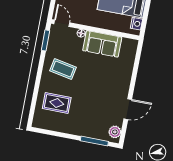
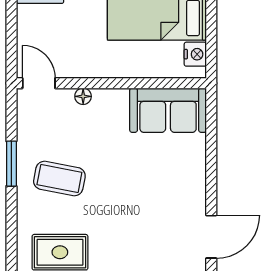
window: (46, 40) -> (11, 164), moved
sofa: (102, 44) -> (168, 110), moved

